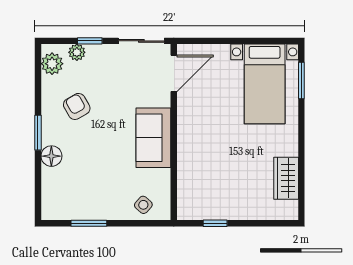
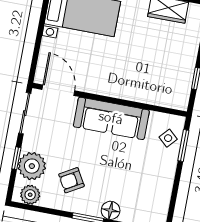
plant: (77, 52) -> (32, 166), width x1.88, depth x1.88
sofa: (153, 138) -> (111, 118), width x1.36
window: (89, 223) -> (183, 145), moved

